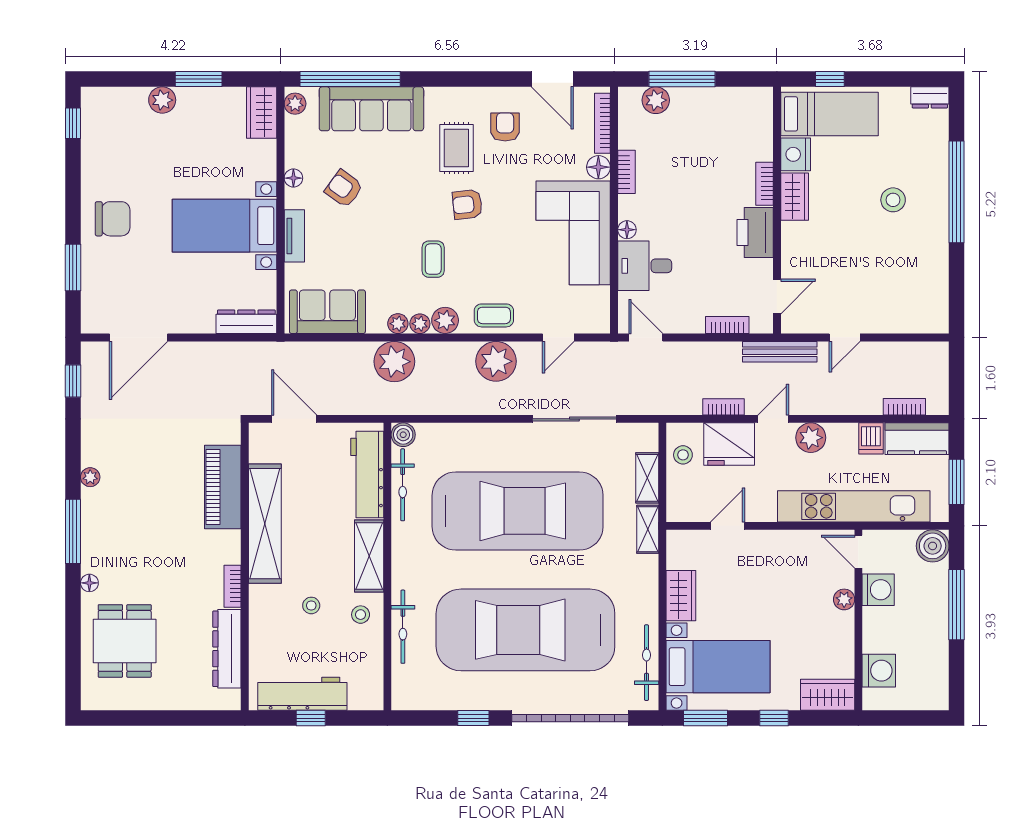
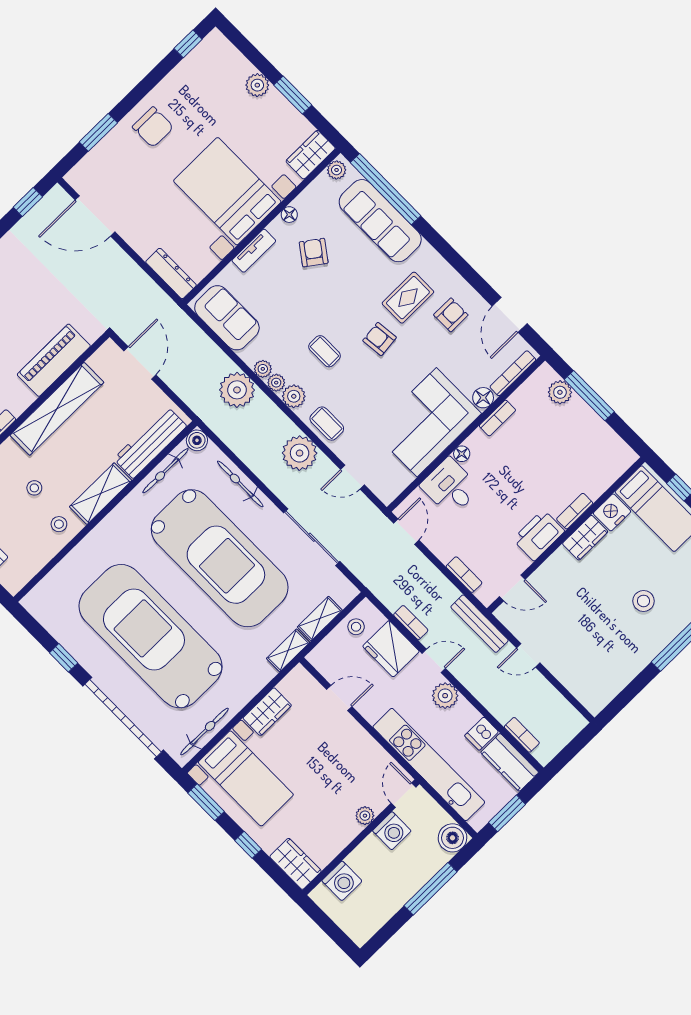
bed with nightstands: (224, 226) -> (227, 191), width x1.36
coffee table: (433, 259) -> (325, 351), turned 90
bicycle: (403, 627) -> (240, 484), moved, turned 90

